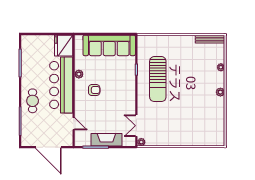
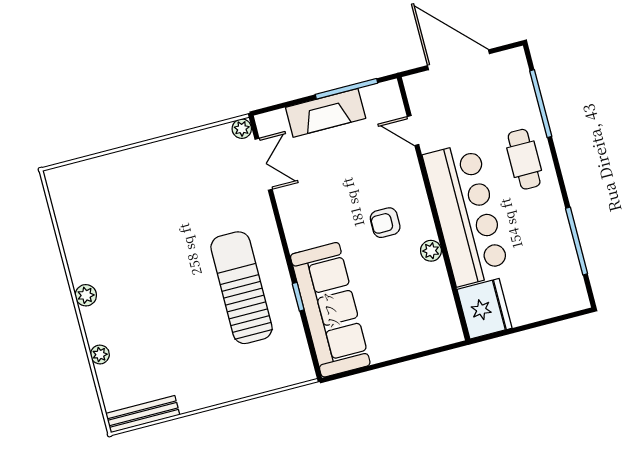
sofa: (109, 45) -> (330, 310), moved, turned 90

